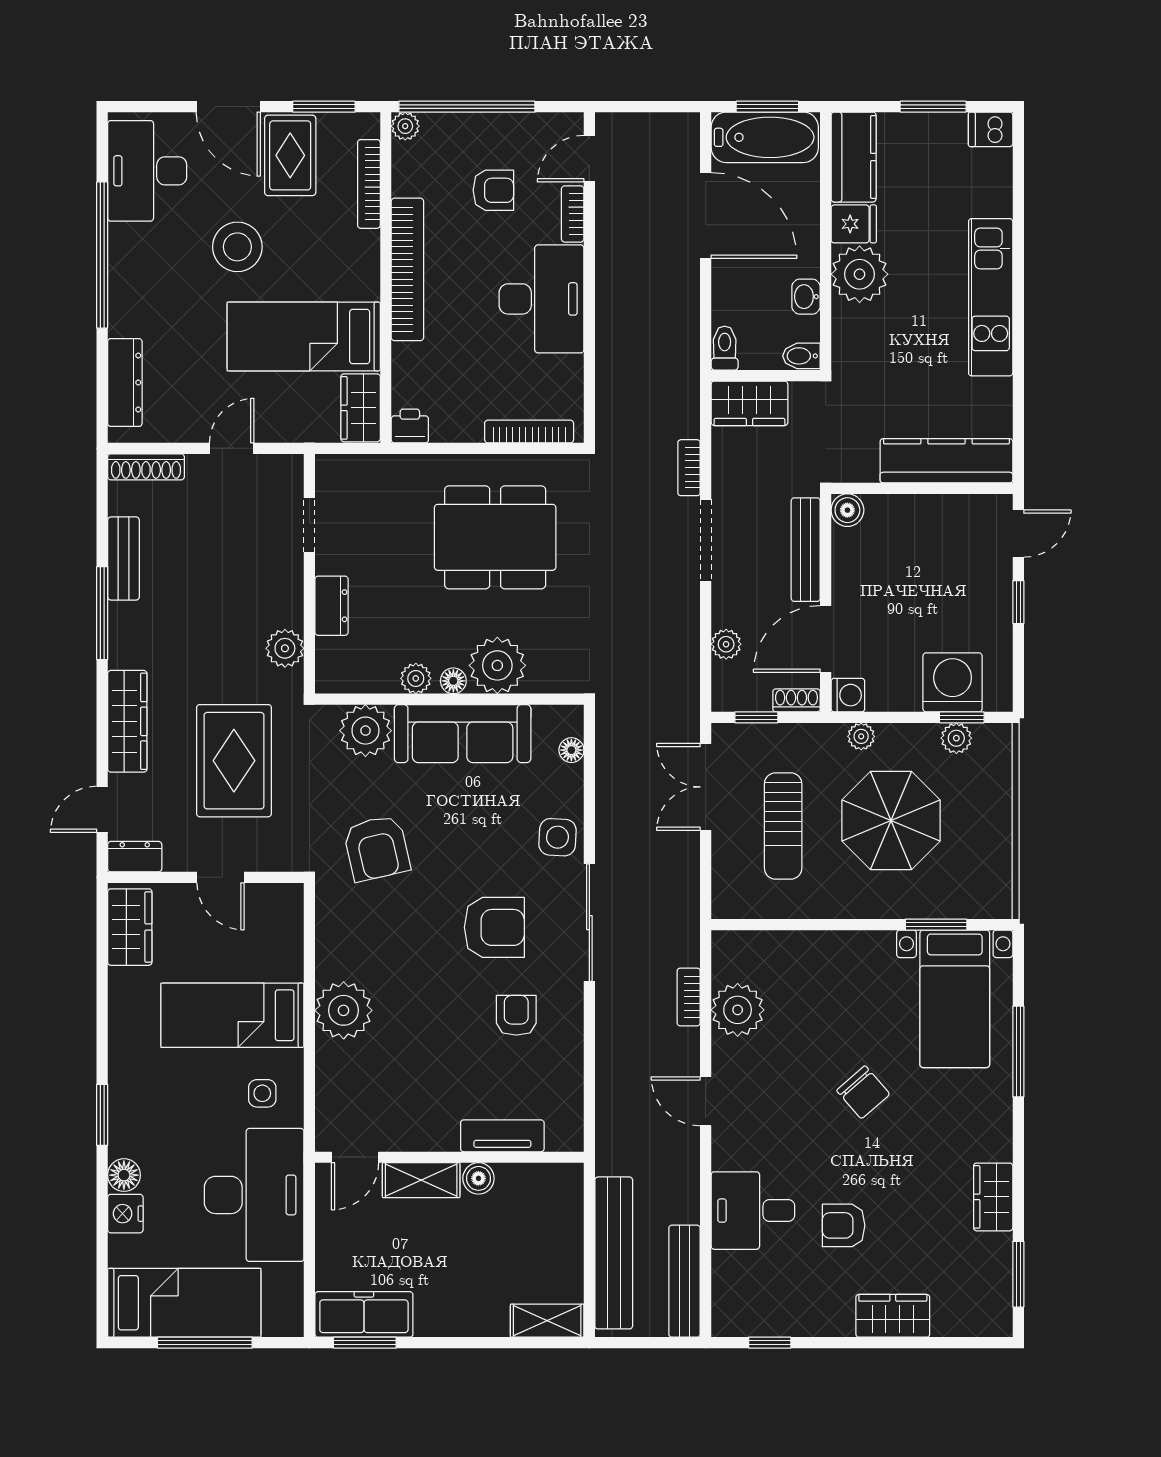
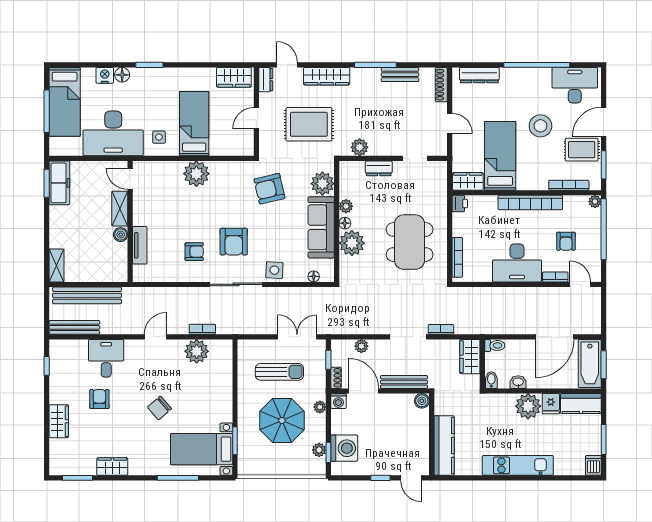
sun lounger: (783, 826) -> (279, 372), turned 180

